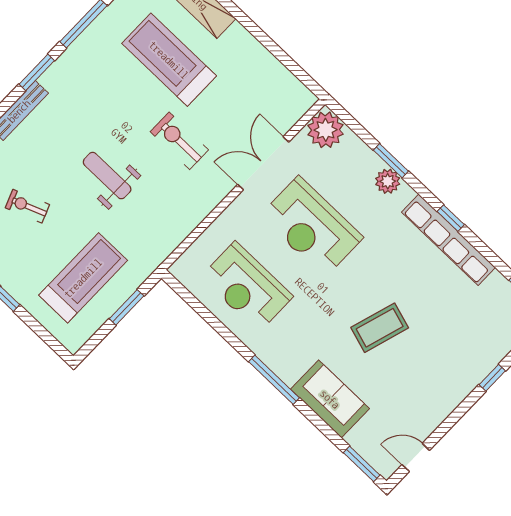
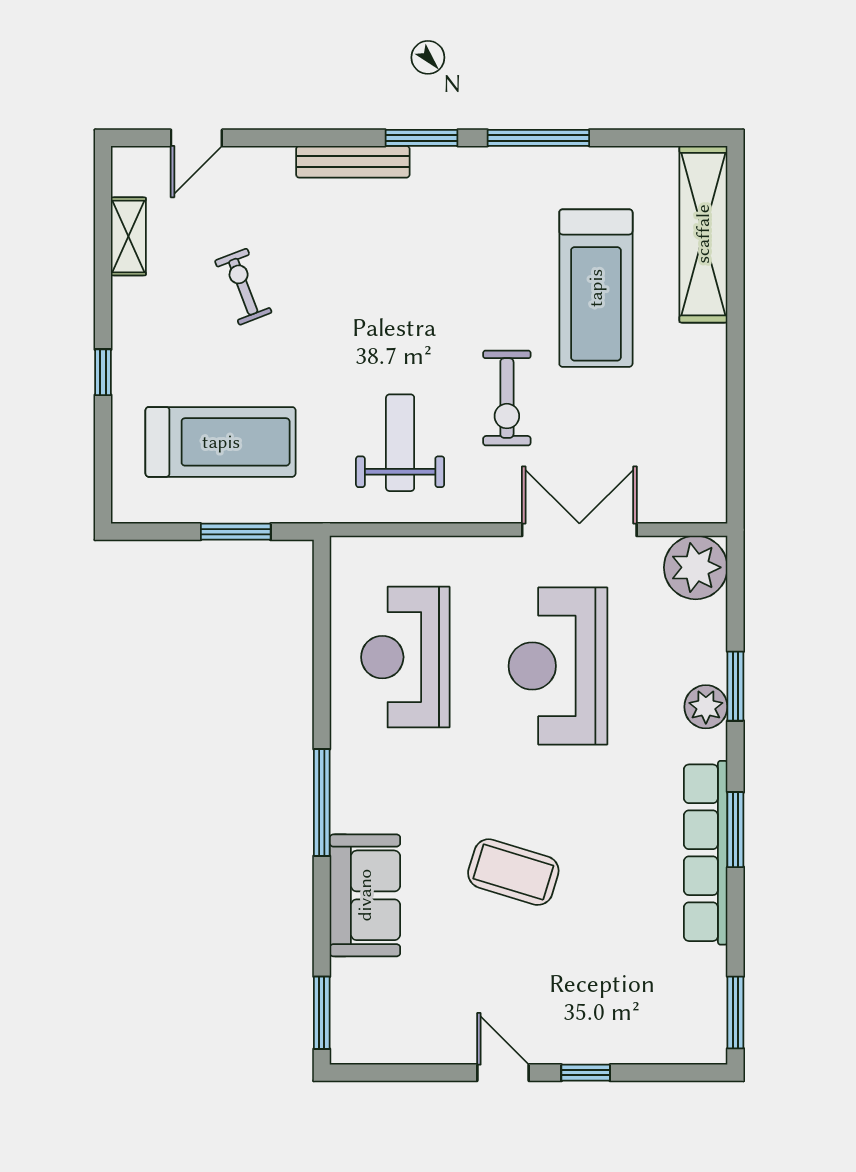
treadmill: (169, 60) -> (596, 288), turned 180
exercise bike: (179, 141) -> (507, 398), turned 180
weight bench: (107, 176) -> (400, 443), moved
window: (451, 218) -> (735, 830), width x1.50
door: (416, 457) -> (503, 1073), moved

